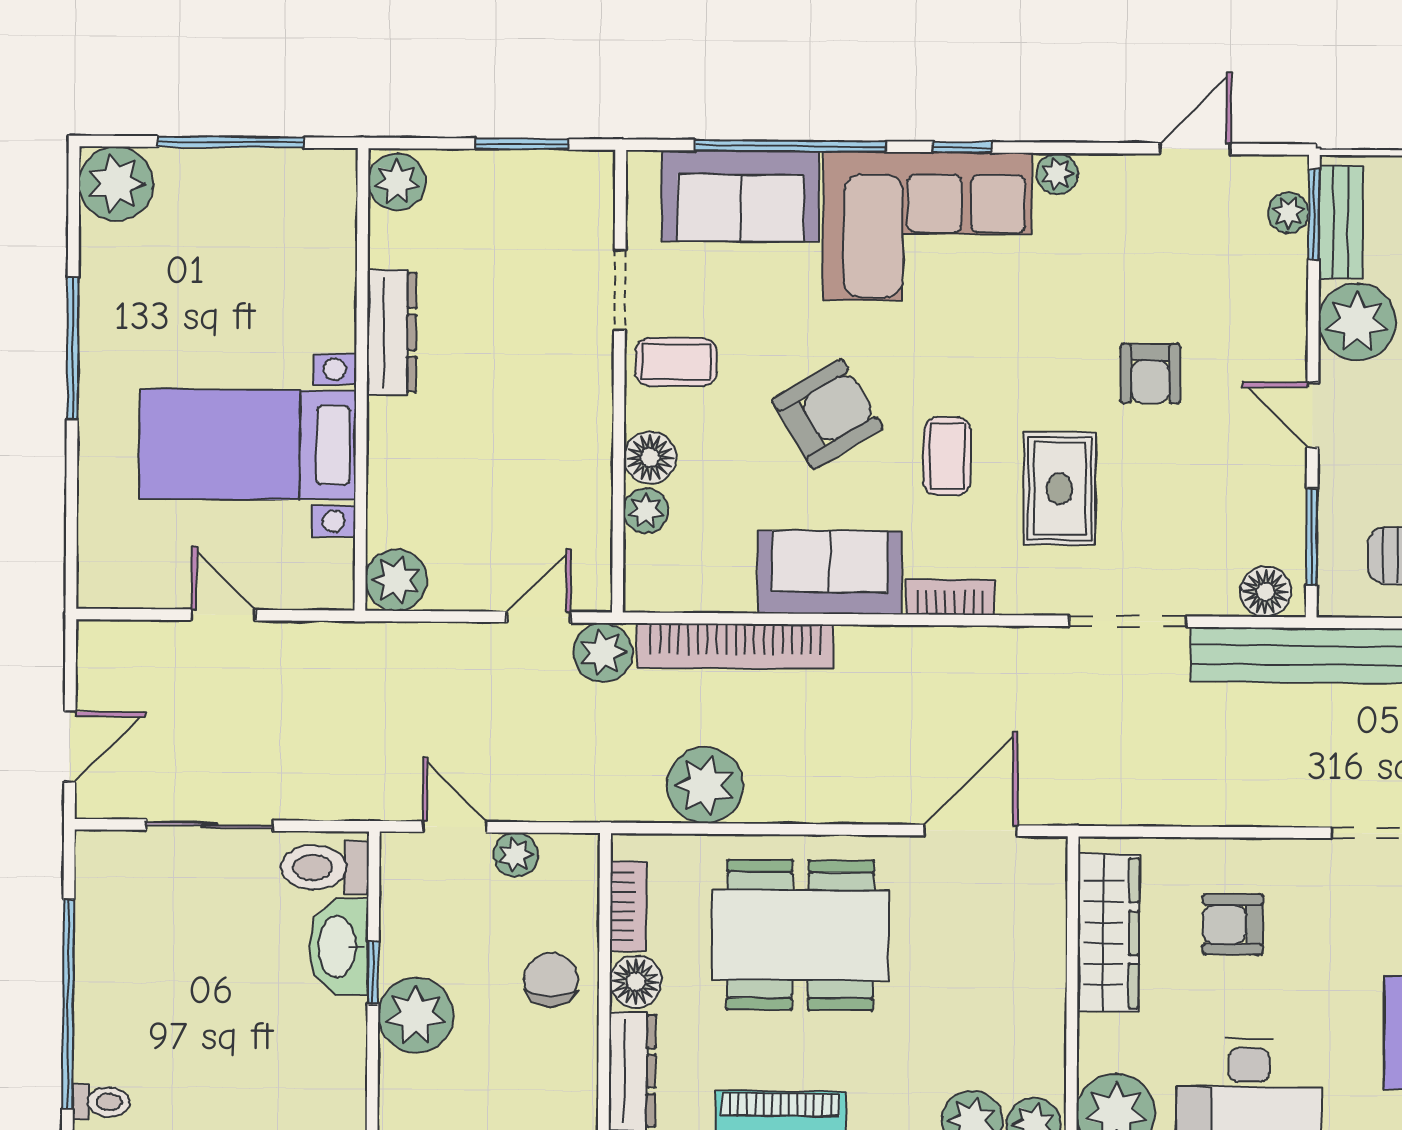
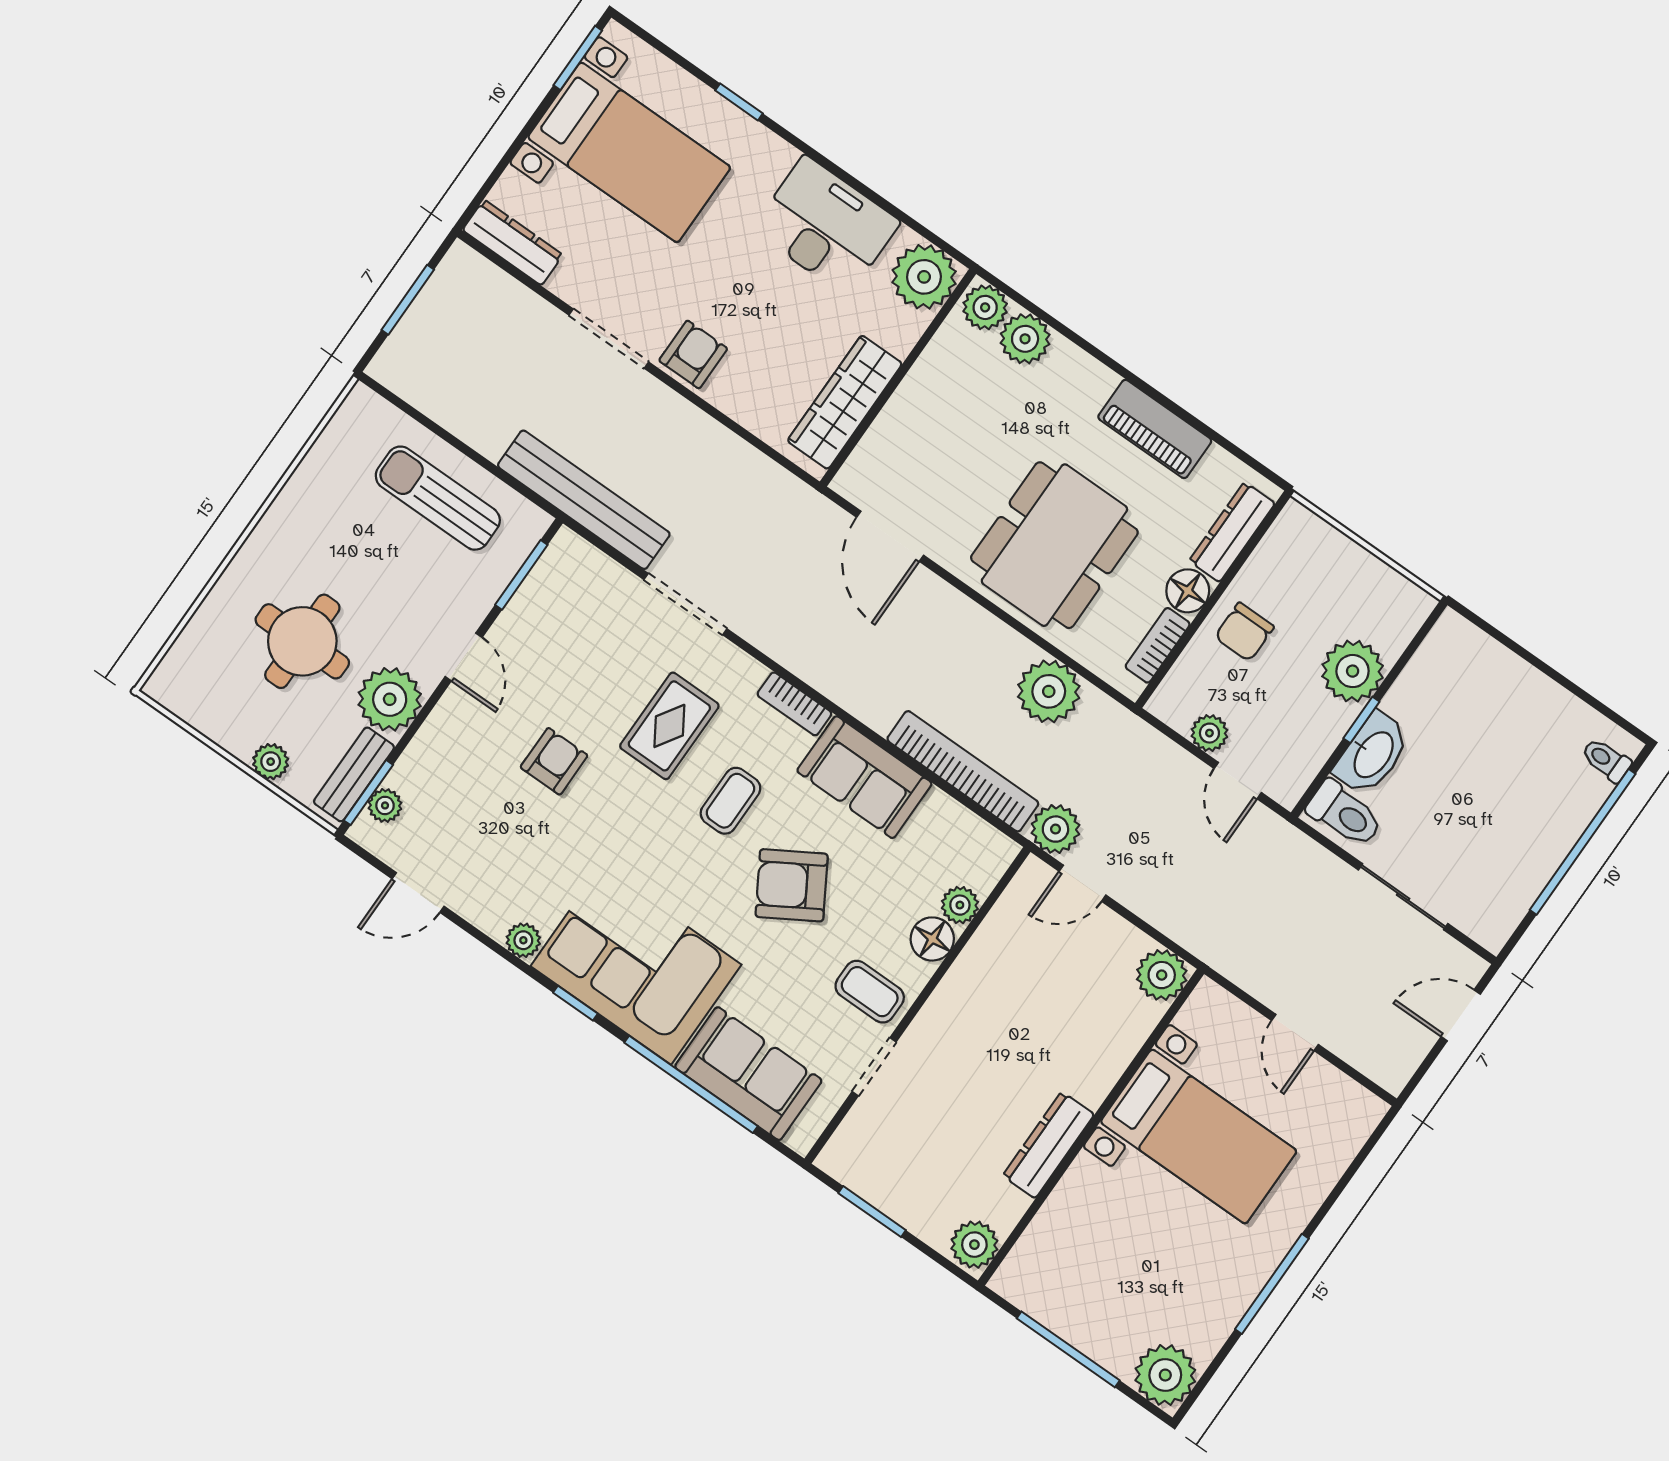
floor lamp: (1265, 592) -> (578, 560), removed
door: (970, 830) -> (890, 536), hinge flipped
armchair: (1233, 924) -> (693, 354), moved, turned -90
dining table: (800, 935) -> (1054, 545), turned 90

